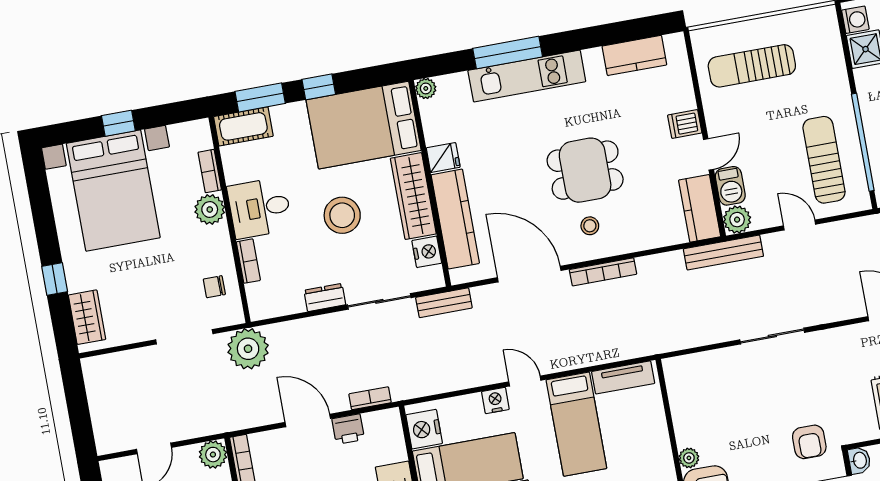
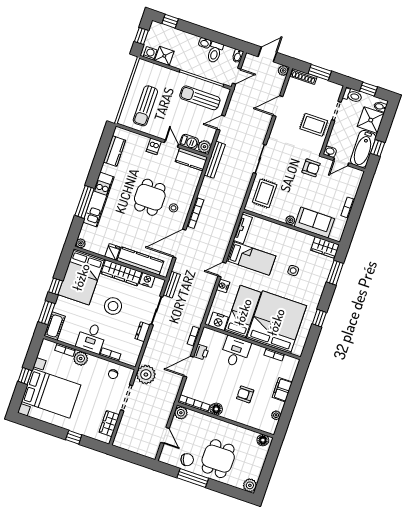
wardrobe: (87, 317) -> (109, 424), moved, turned -90
rug: (713, 381) -> (265, 193), added

